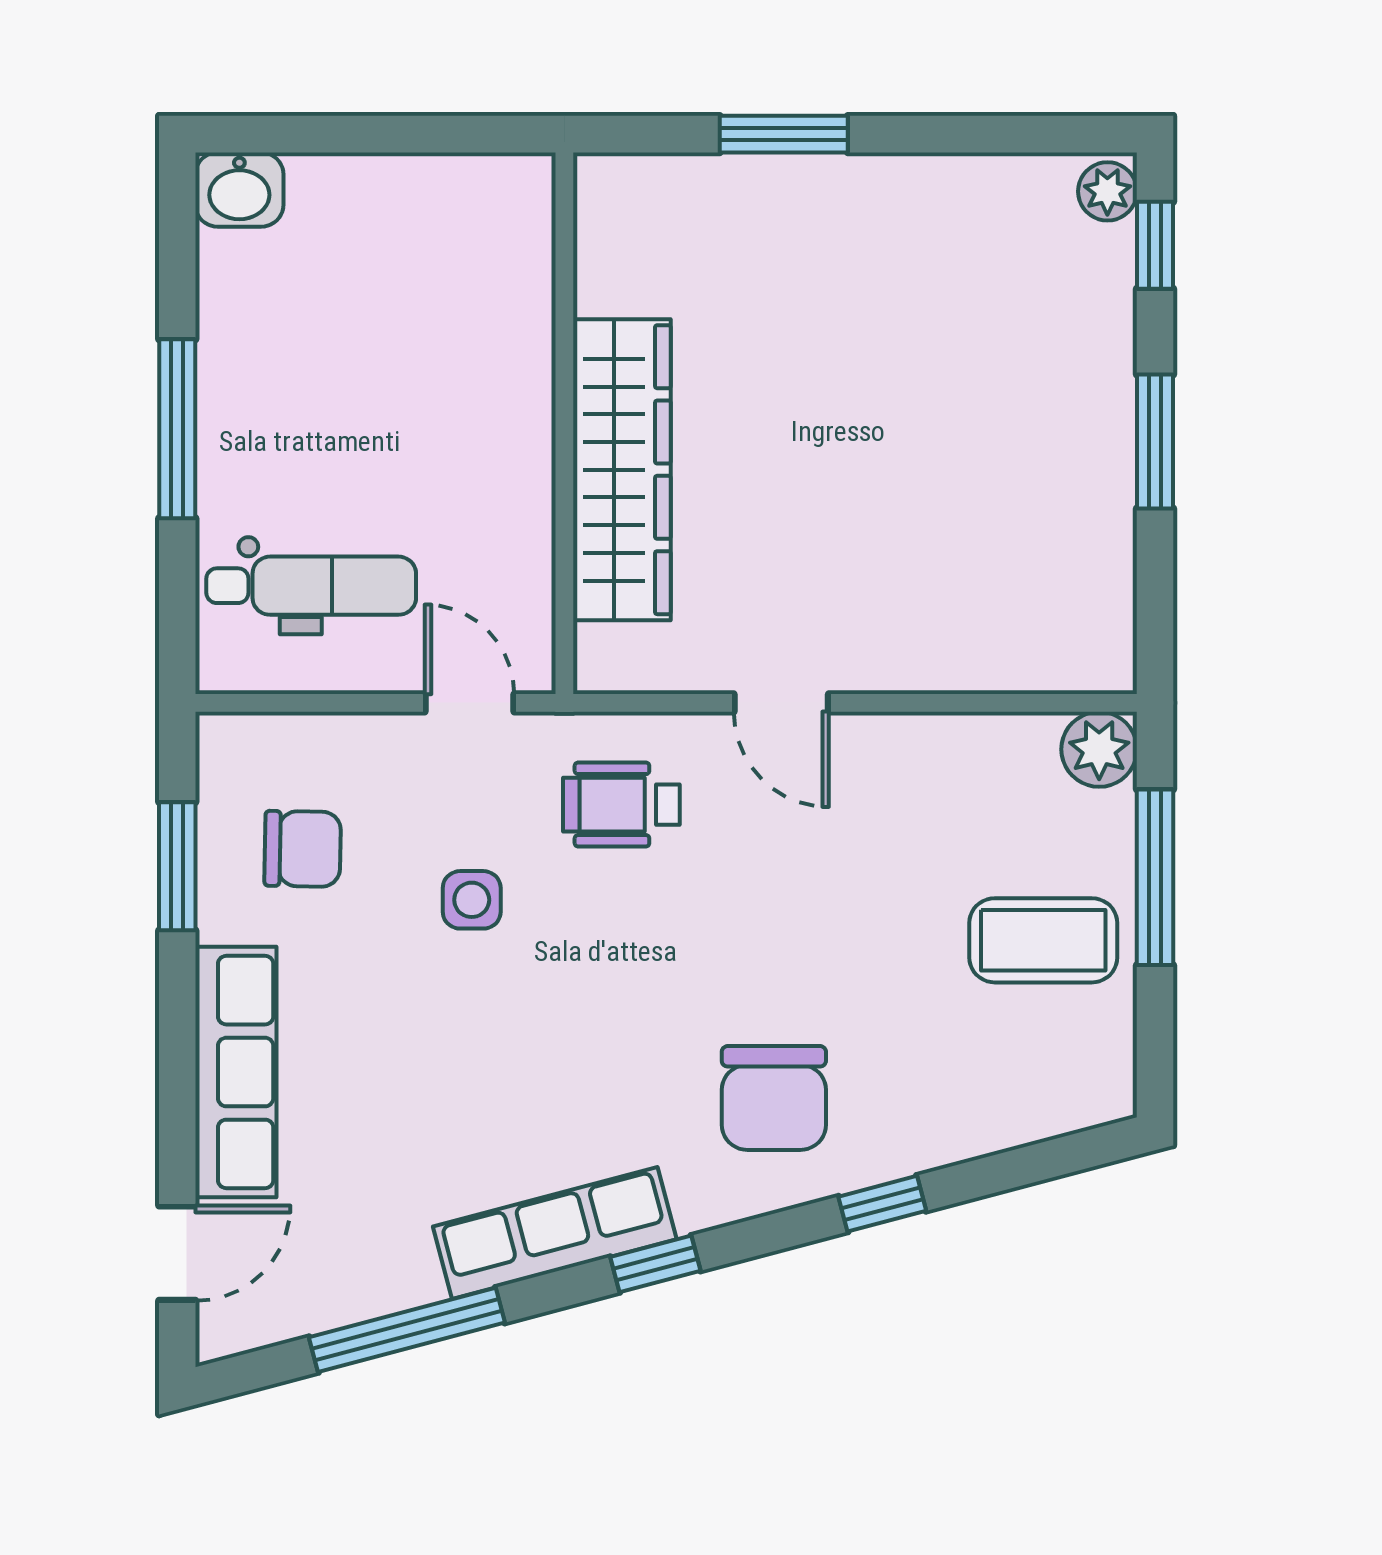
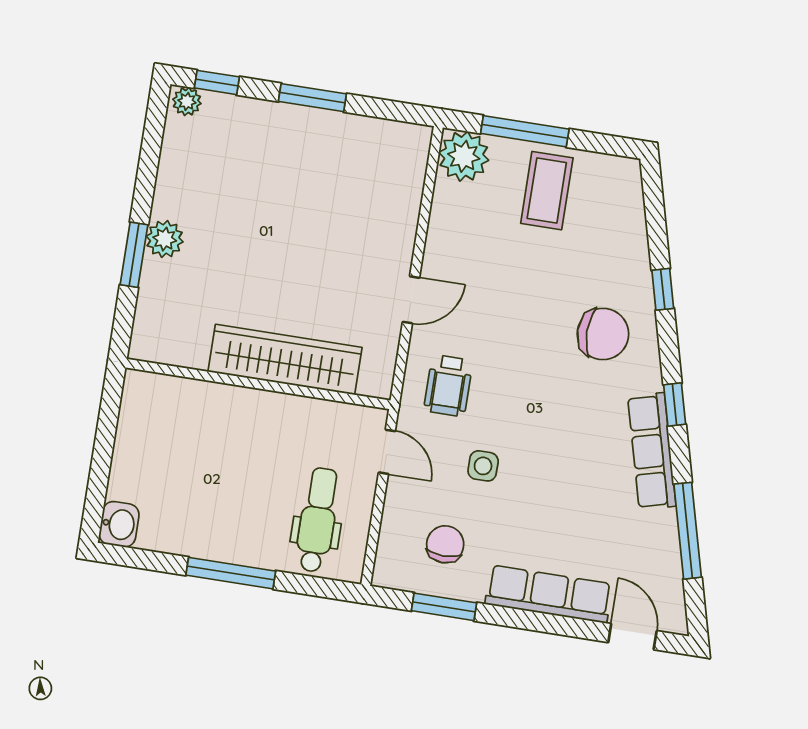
plant: (825, 190) -> (165, 239), added
door: (470, 703) -> (387, 452), swing flipped
plant: (1099, 749) -> (464, 156), width x1.36, depth x1.36

